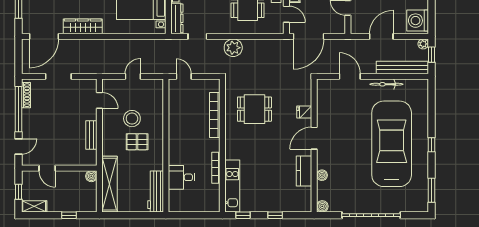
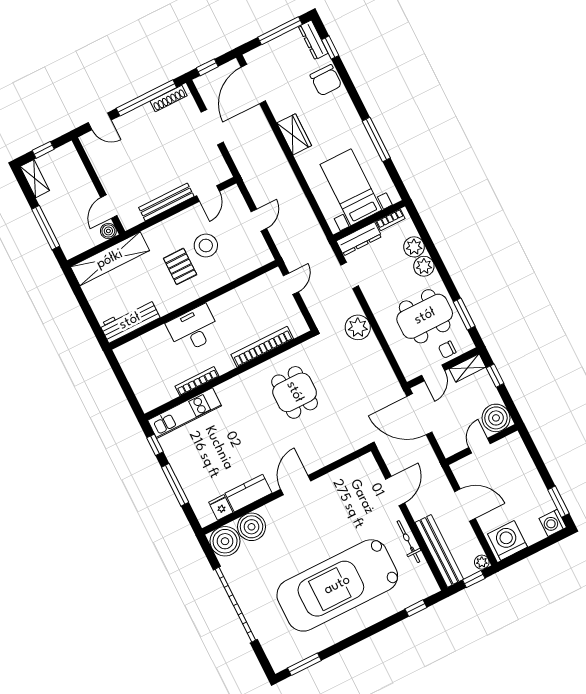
wardrobe: (83, 26) -> (294, 134), width x0.67
door: (44, 36) -> (253, 84), hinge flipped
window: (18, 60) -> (207, 67), added
door: (133, 76) -> (259, 220), hinge flipped
fridge: (304, 112) -> (221, 507), moved
bench: (91, 135) -> (166, 202), width x1.36
door: (314, 138) -> (296, 485), hinge flipped
car: (392, 144) -> (337, 585), turned 180
window: (431, 145) -> (416, 608), moved
door: (47, 168) -> (109, 207), moved
boiler: (322, 175) -> (252, 527), width x1.86, depth x1.86
desk: (181, 177) -> (193, 329), moved, width x1.37
boiler: (322, 206) -> (225, 541), width x1.86, depth x1.86
window: (69, 215) -> (46, 228), width x2.17
window: (275, 215) -> (175, 485), width x2.17

